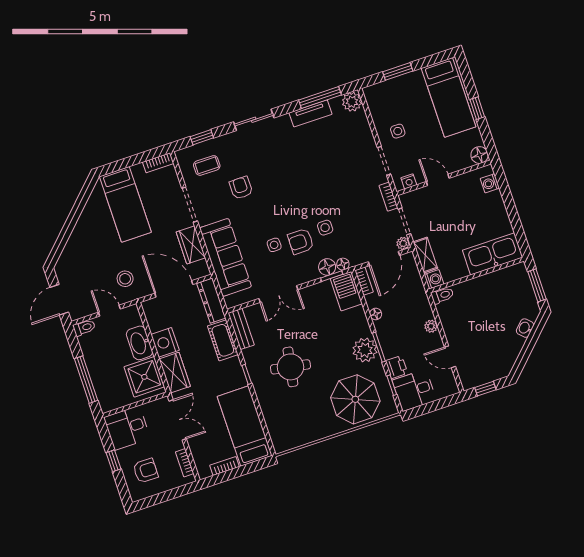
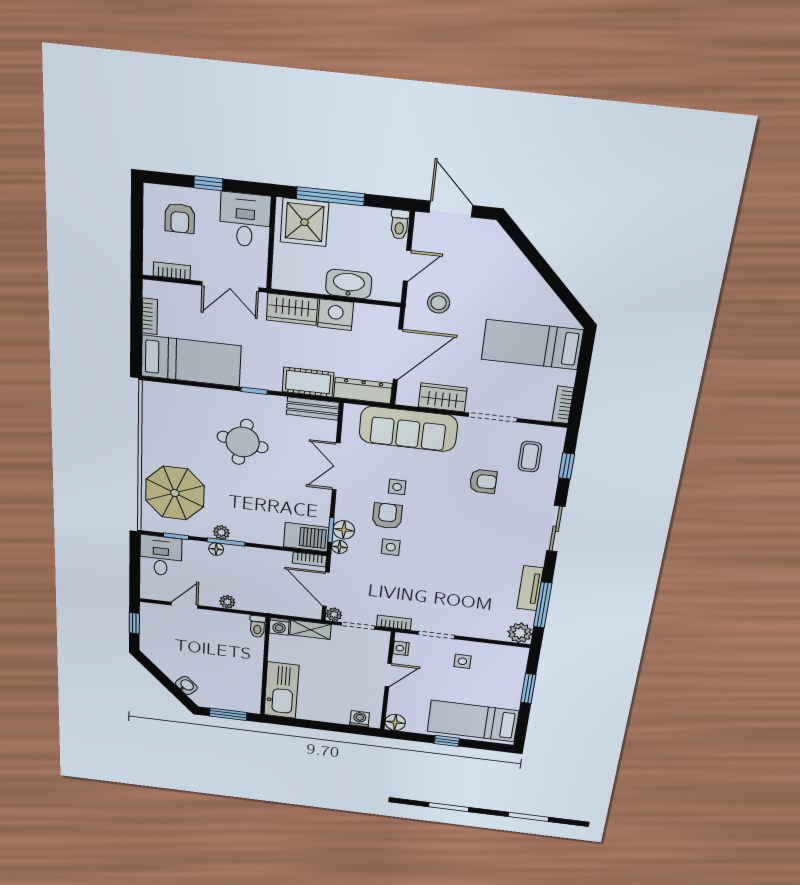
floor lamp: (376, 314) -> (216, 549), moved
plant: (365, 350) -> (221, 532), width x0.53, depth x0.53
printer: (397, 367) -> (195, 550), removed
shower: (144, 377) -> (304, 222), moved

